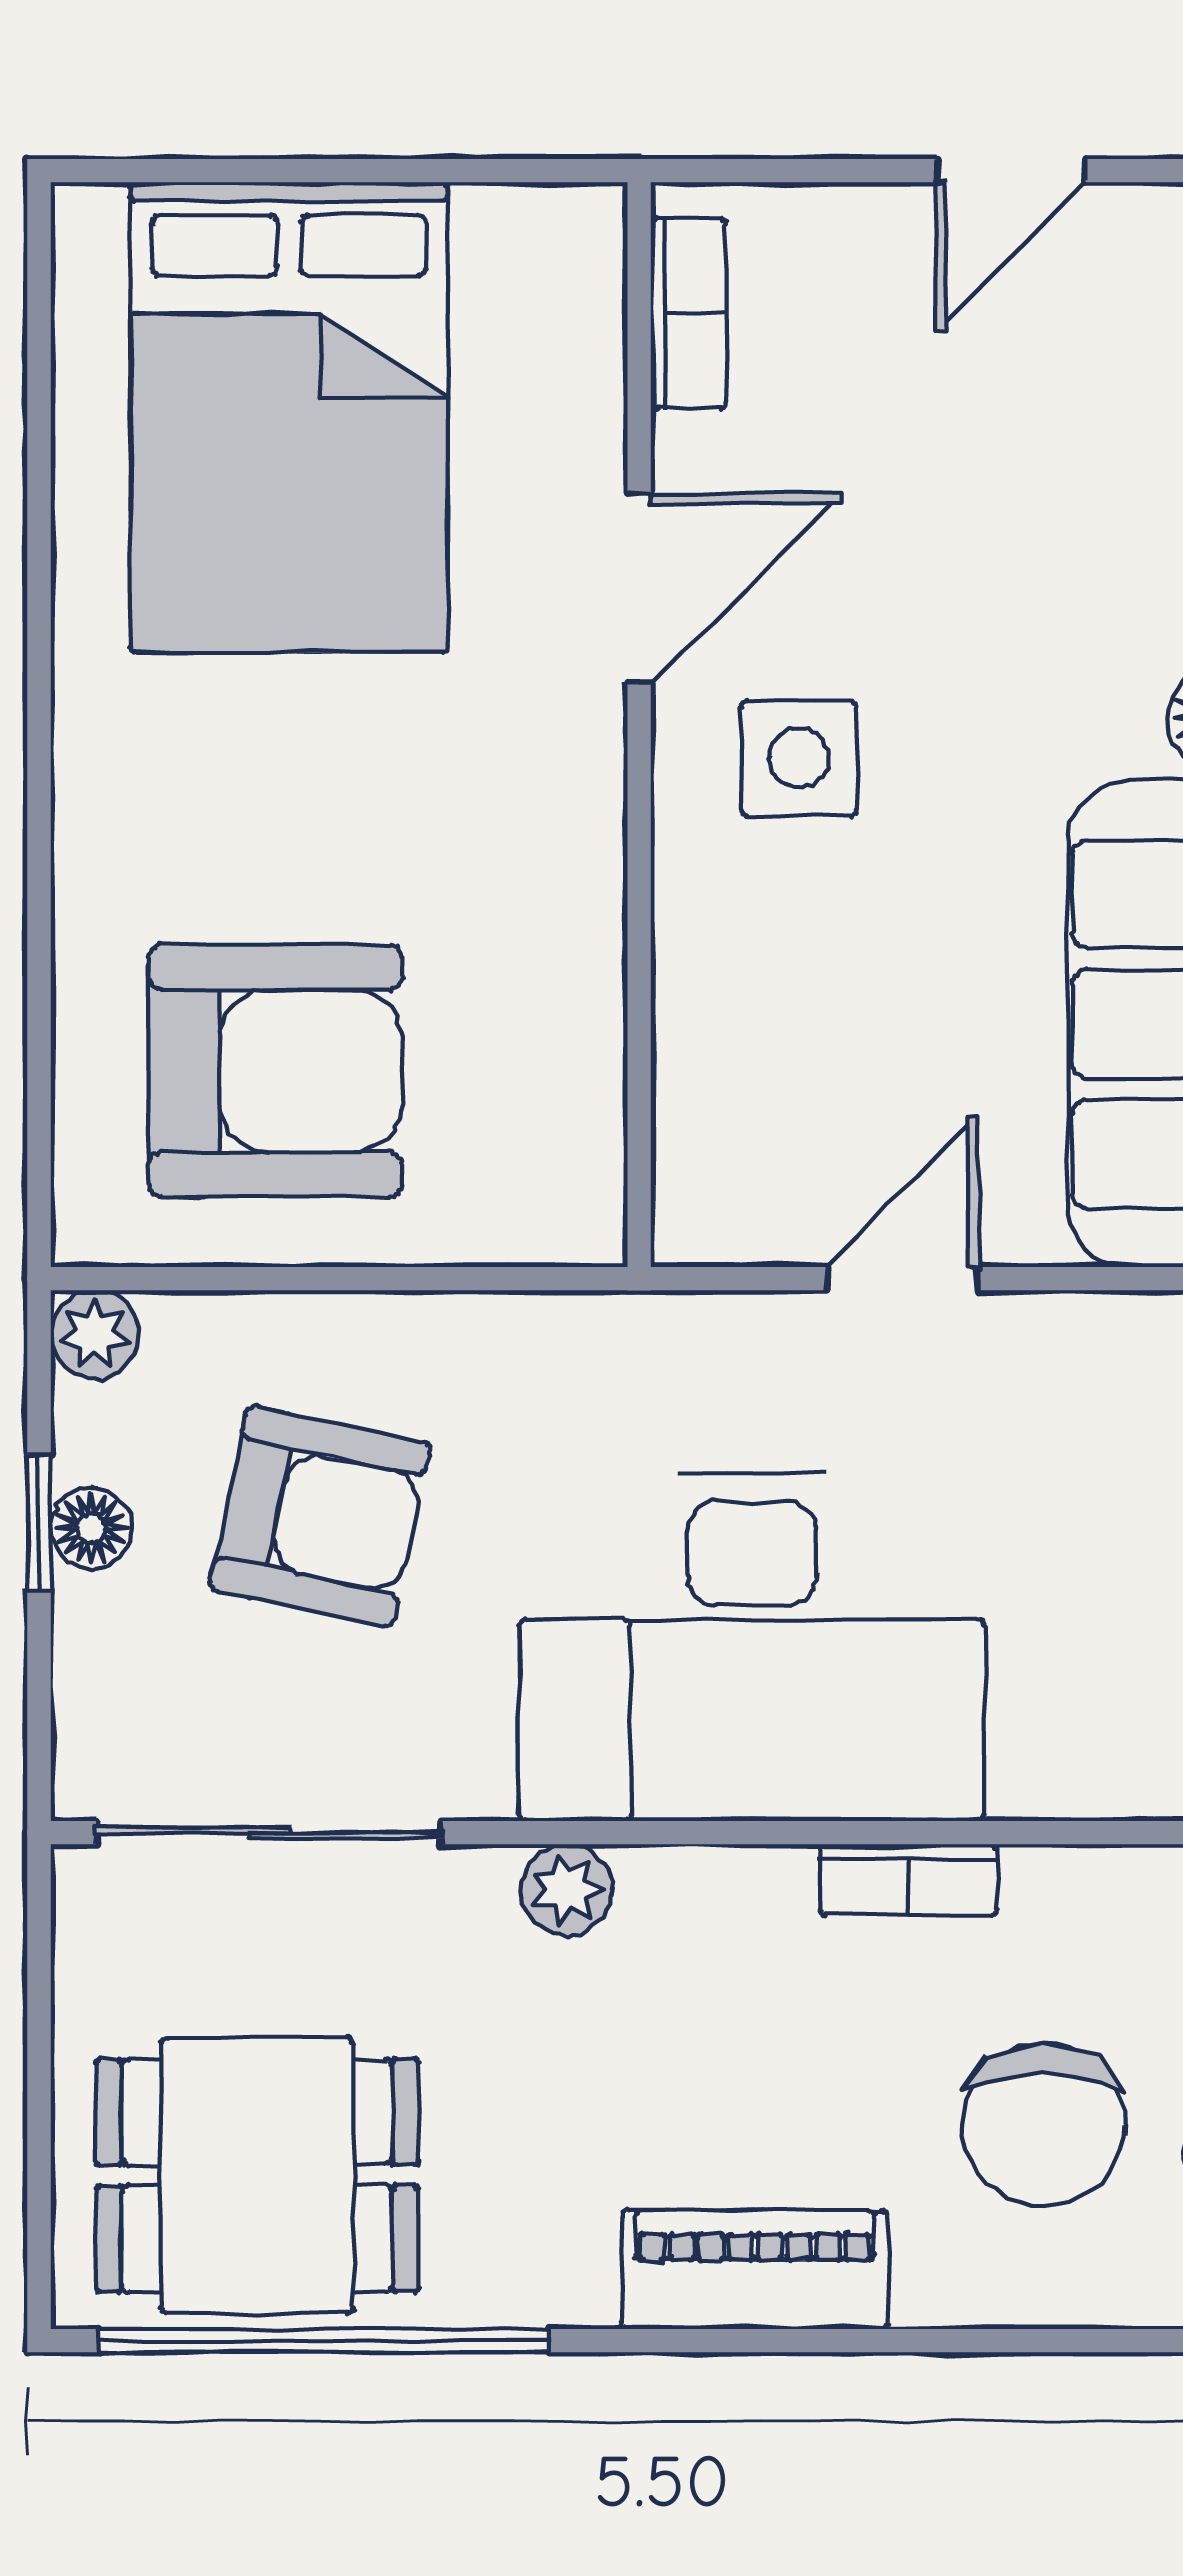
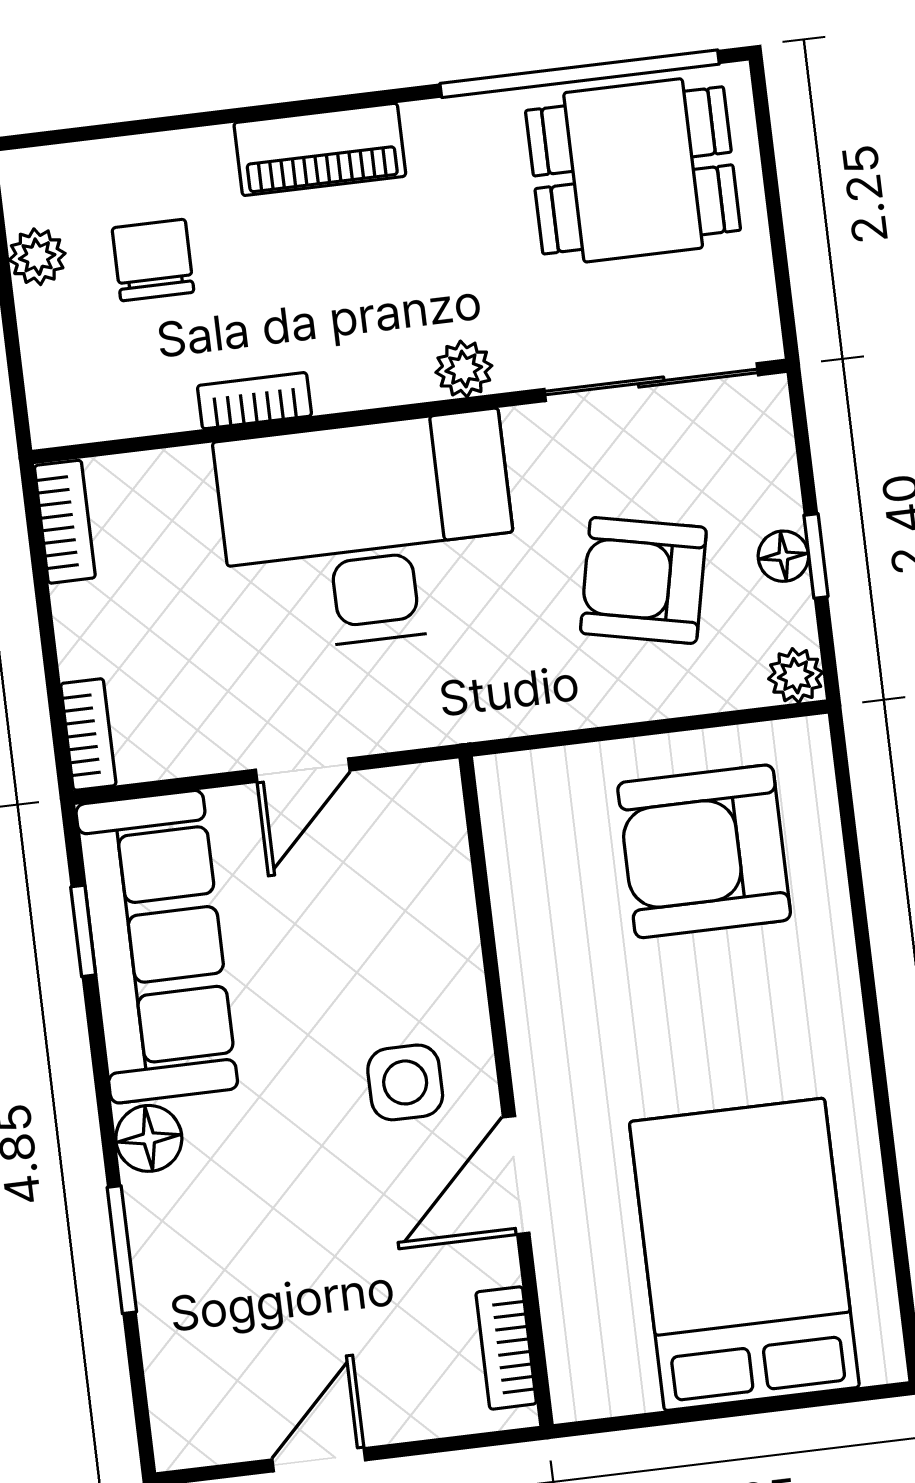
chair: (1044, 2125) -> (153, 260), width x0.73, depth x0.73

